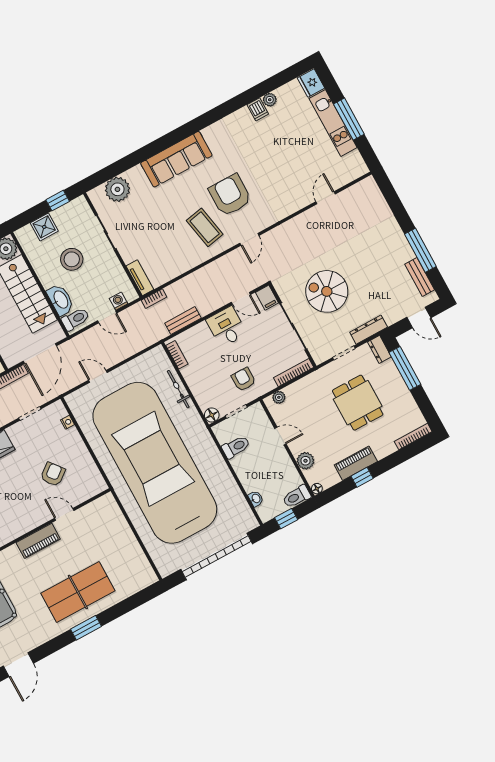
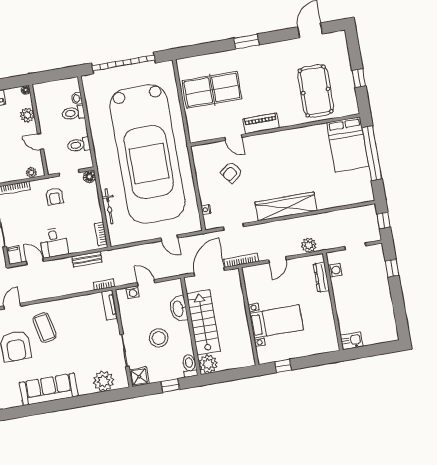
window: (58, 201) -> (170, 386), moved
shower: (44, 227) -> (139, 377), moved
toilet: (75, 319) -> (189, 366), moved, turned 90
toilet: (297, 497) -> (73, 113), moved, turned 180
window: (286, 519) -> (58, 74), removed
table tennis table: (78, 592) -> (212, 90), moved

